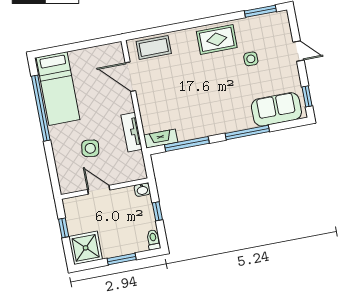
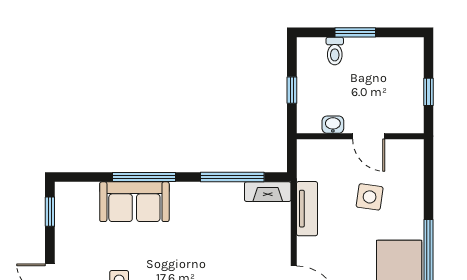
sofa: (276, 109) -> (134, 202), moved
washbasin: (142, 190) -> (333, 125), moved
toilet: (153, 240) -> (335, 51), moved
shower: (86, 248) -> (403, 58), removed

